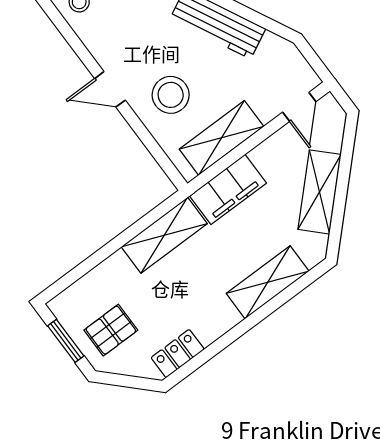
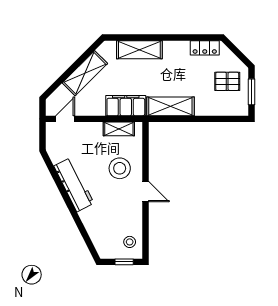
shelving: (222, 138) -> (119, 129), width x0.67, depth x0.75

